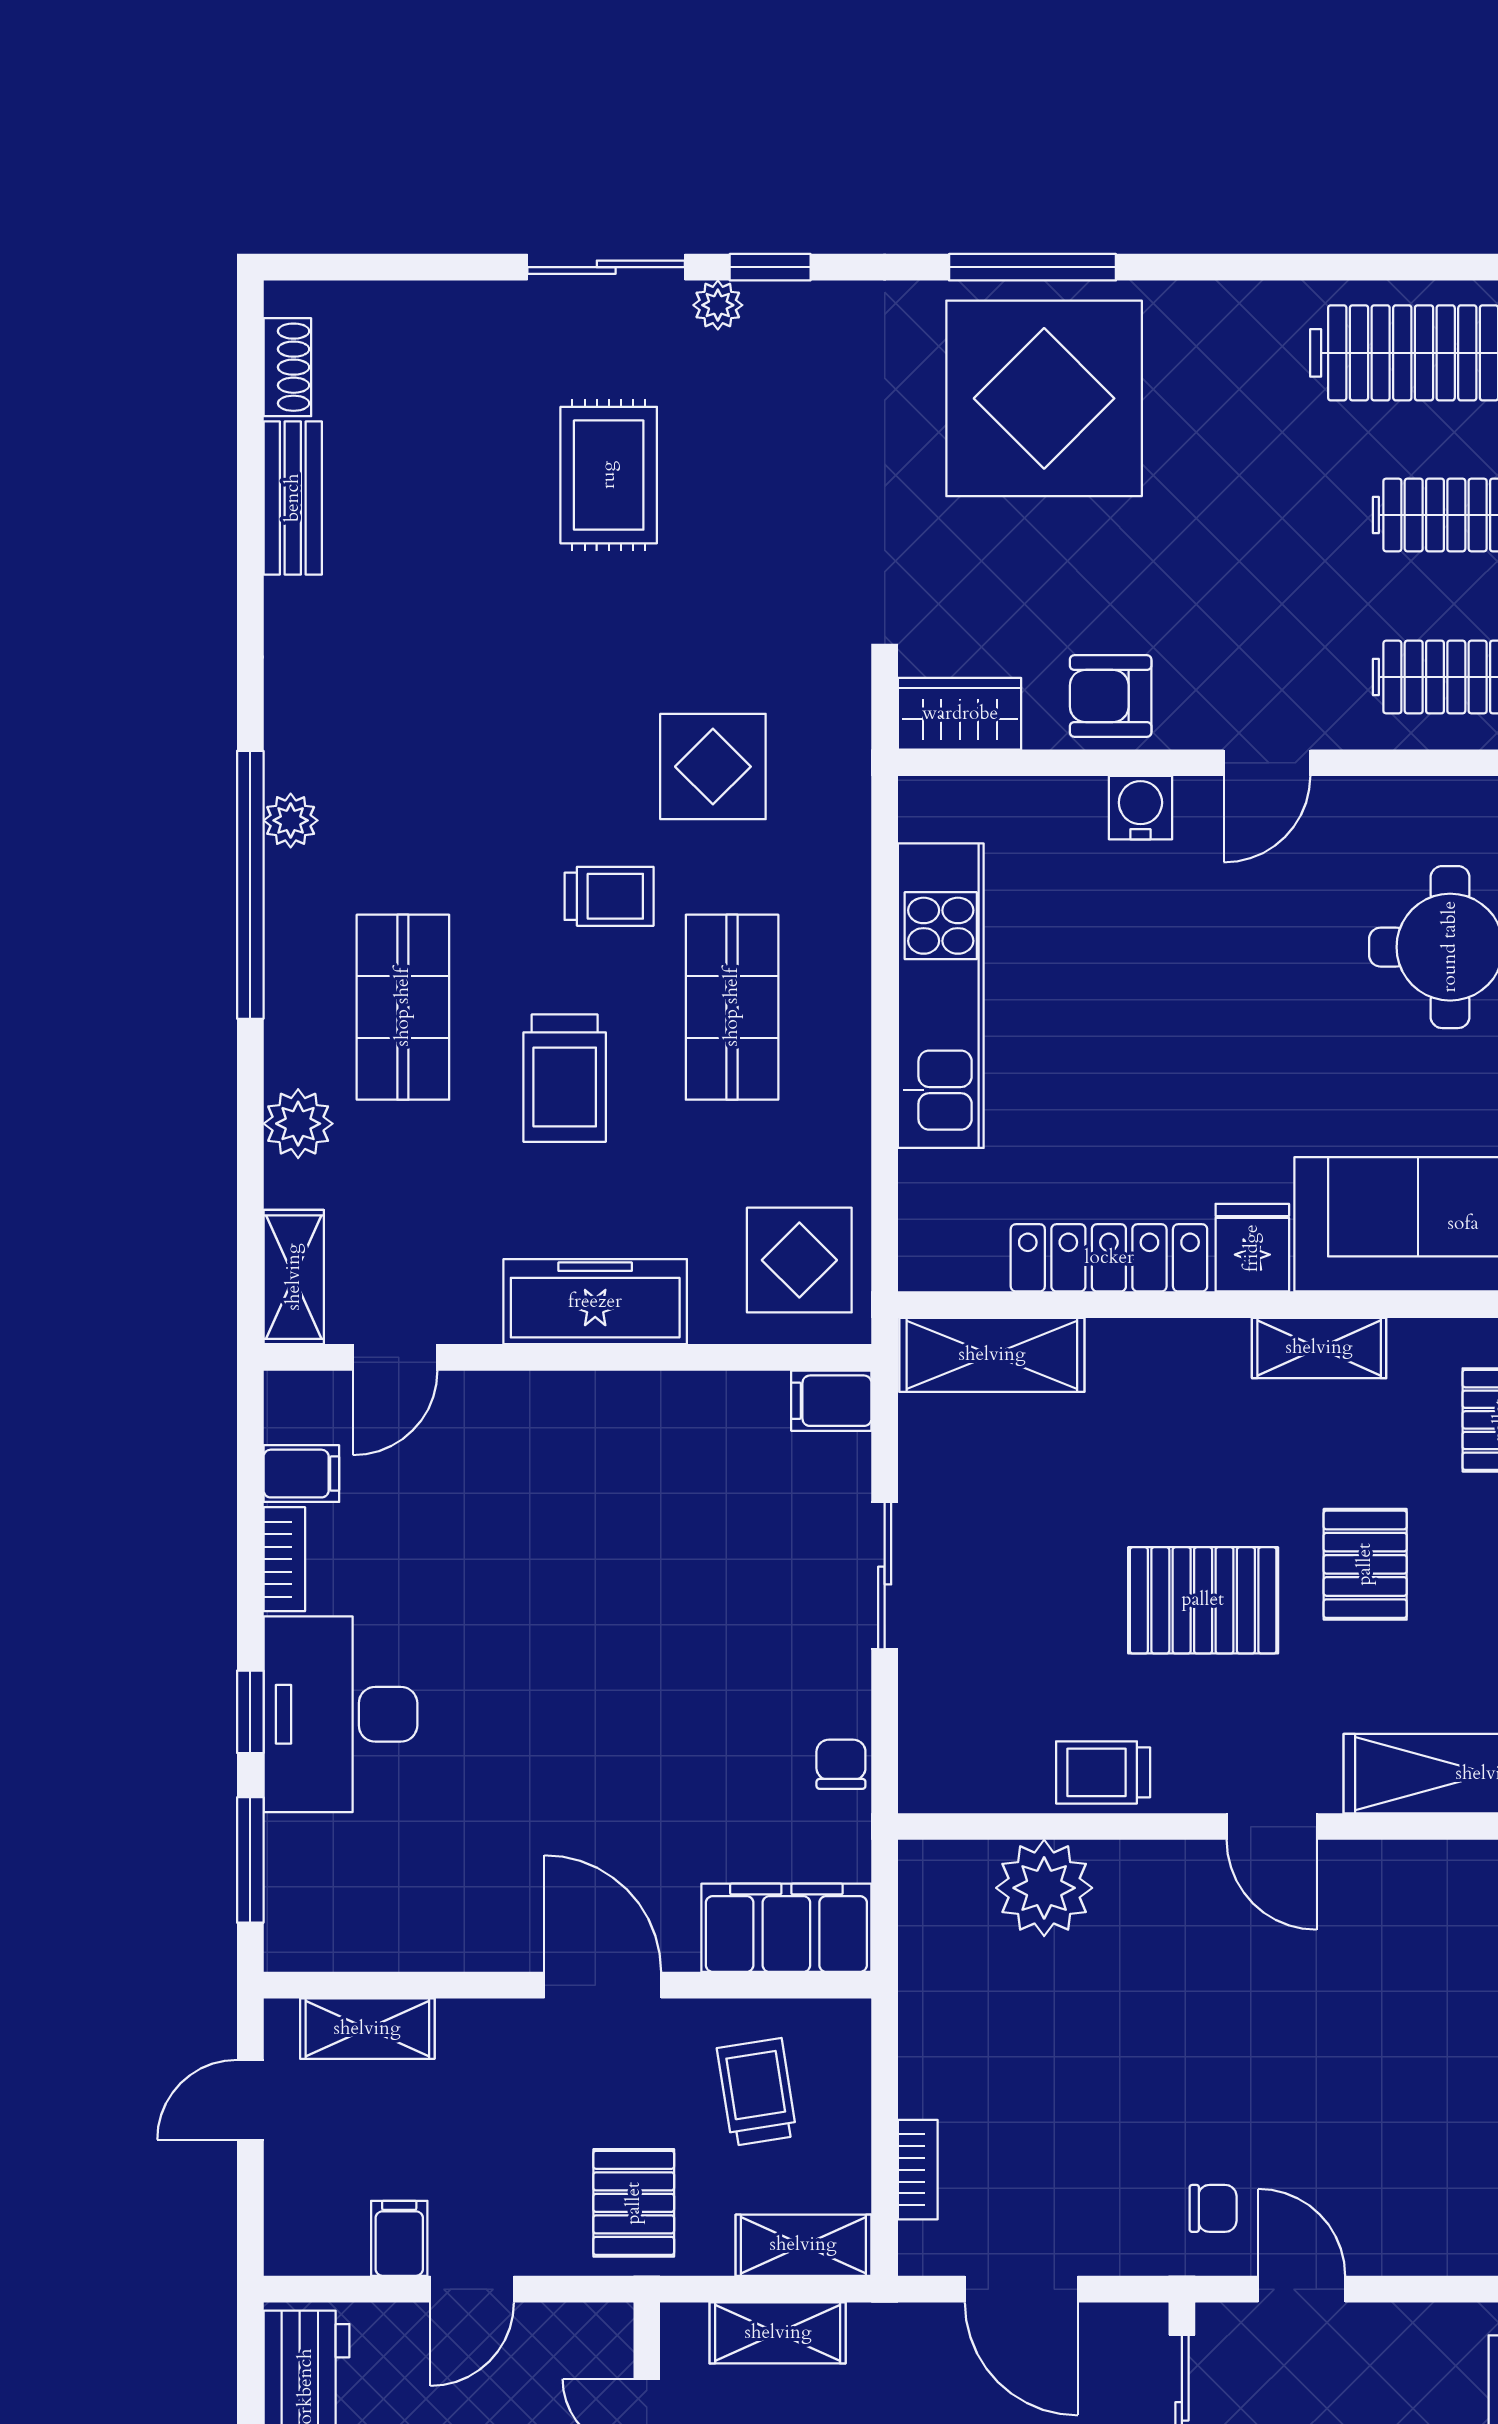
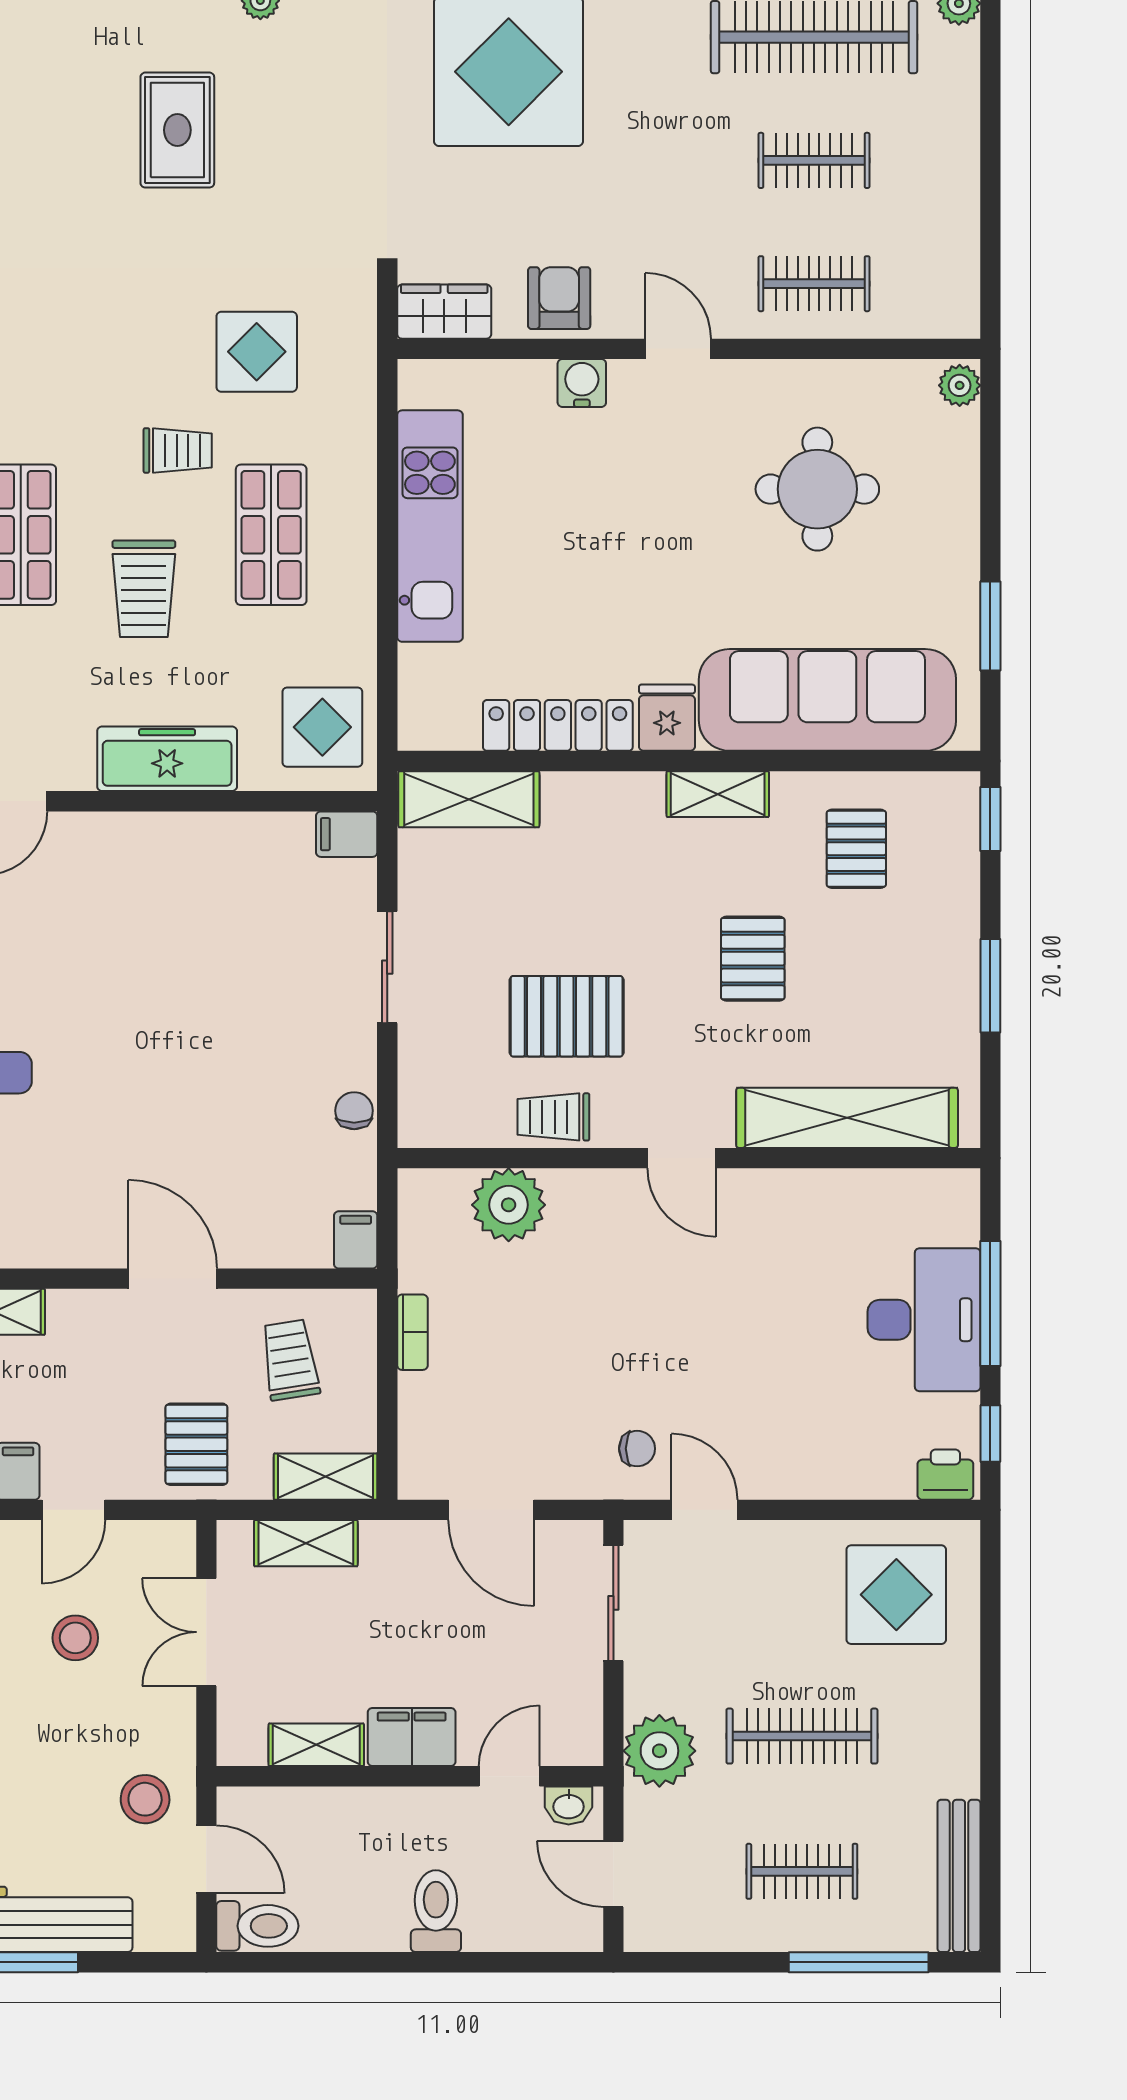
armchair: (1111, 696) -> (559, 298), turned 90
door: (1267, 763) -> (678, 349), swing flipped
pallet: (1203, 1600) -> (567, 1016), moved
filing cabinet: (786, 1928) -> (356, 1240), width x0.33, depth x0.86
bookcase: (918, 2170) -> (412, 1332), moved

